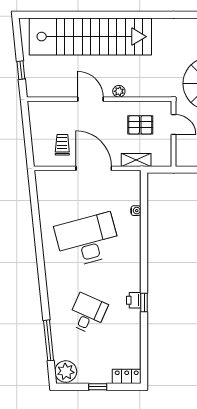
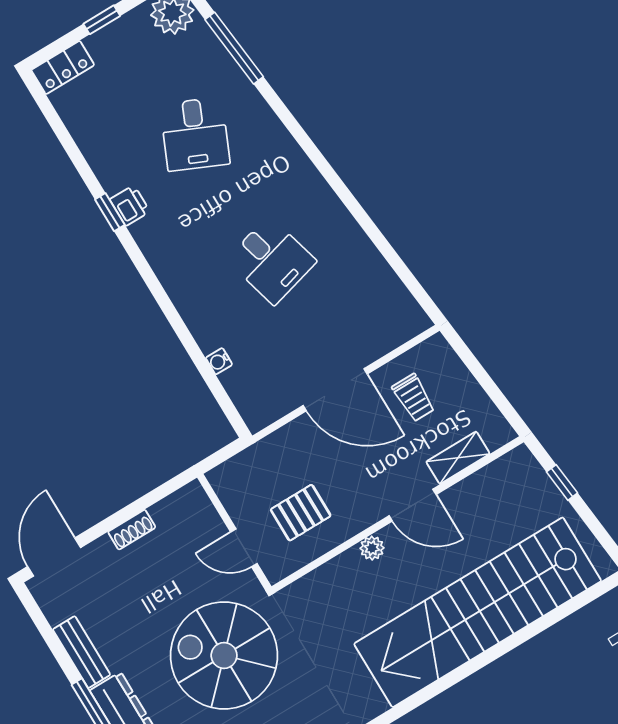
shelving: (136, 160) -> (458, 458), moved
desk: (87, 240) -> (271, 260), width x0.53, depth x0.77

